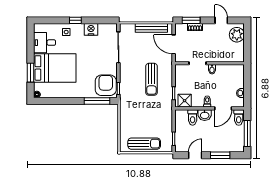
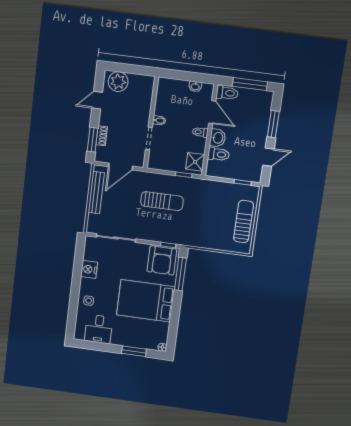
window: (75, 20) -> (75, 287), removed
bed: (55, 68) -> (146, 301), moved, turned -90
armchair: (106, 85) -> (162, 260), turned -90
door: (195, 155) -> (268, 157), swing flipped

